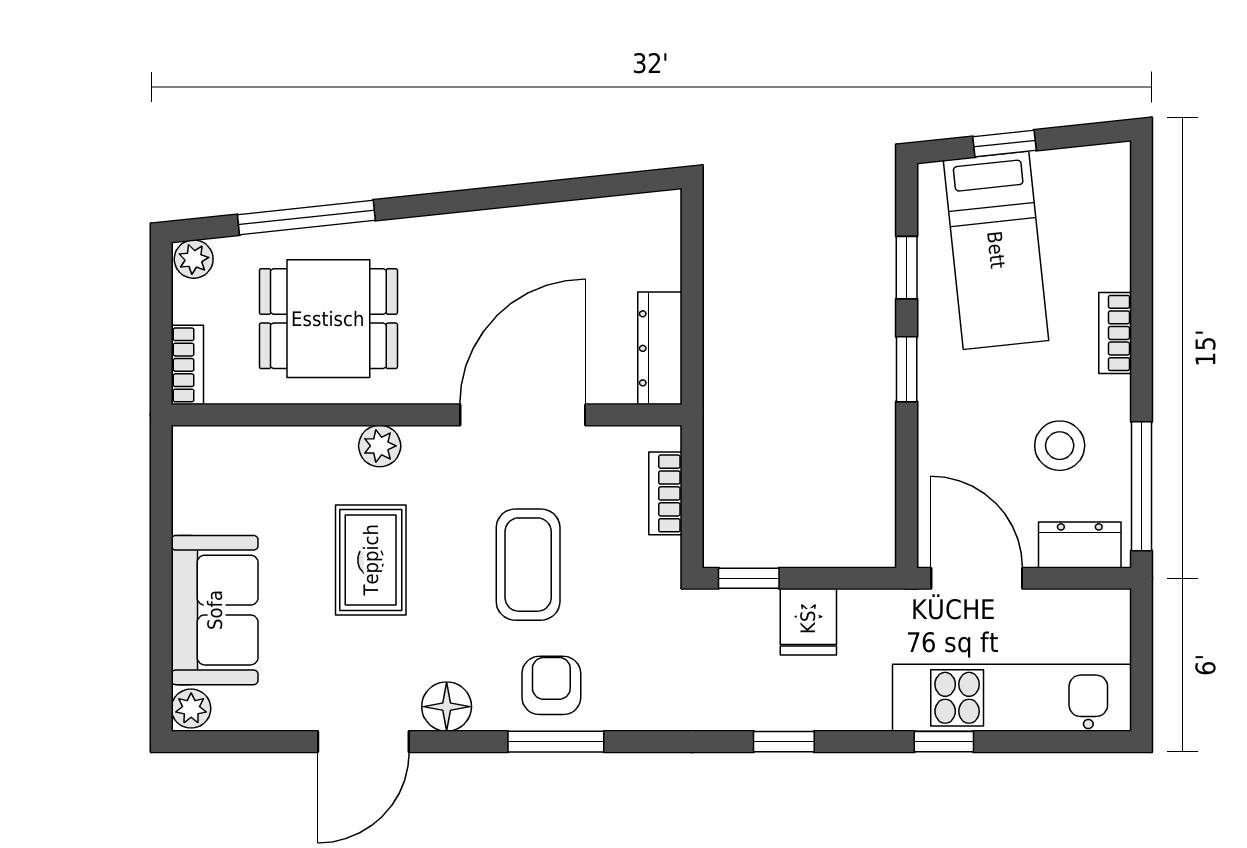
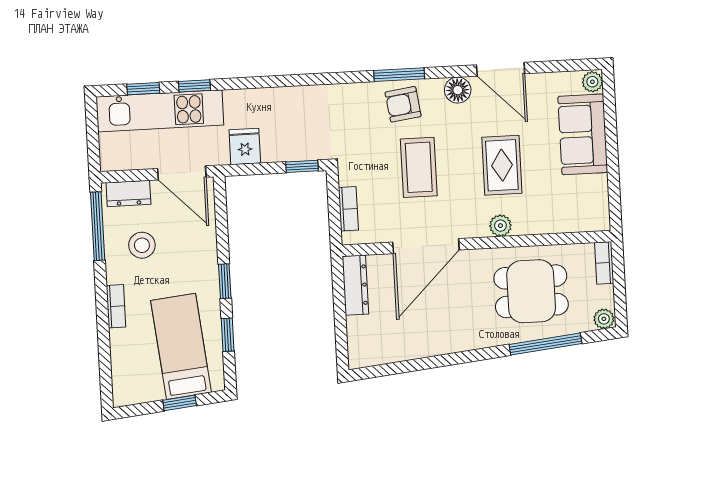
fridge: (808, 622) -> (245, 146), moved
armchair: (551, 685) -> (403, 104), turned 82
door: (363, 742) -> (501, 69), swing flipped
window: (784, 742) -> (143, 89), moved

